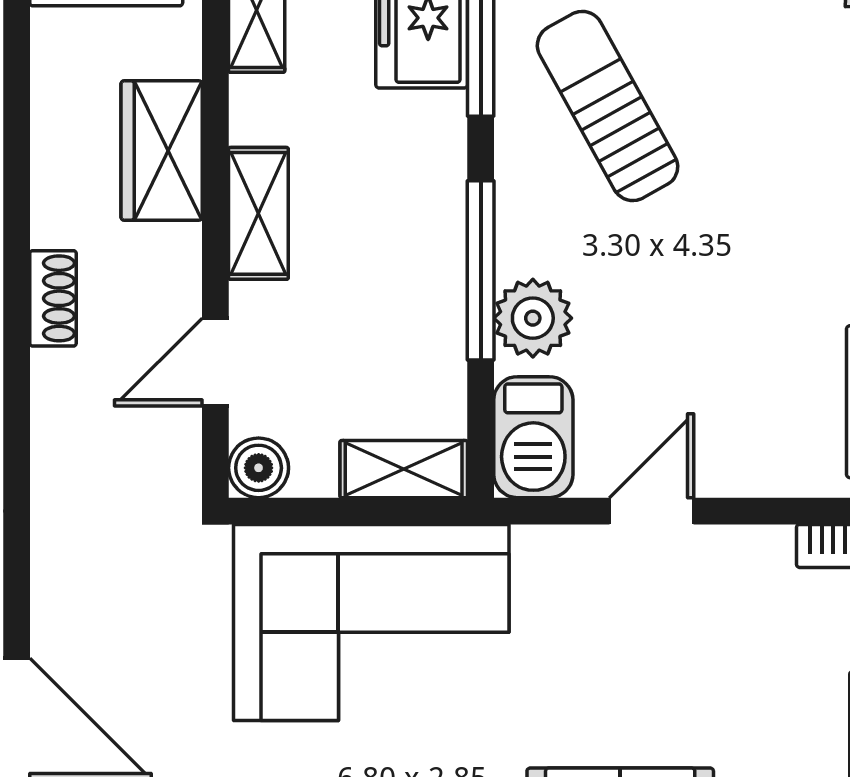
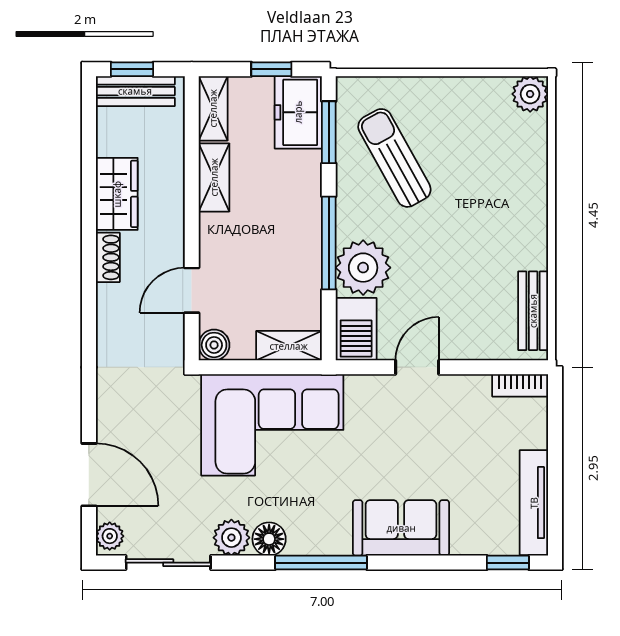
wardrobe: (162, 150) -> (117, 194), moved, turned 180
shelving: (258, 213) -> (214, 177), moved
plant: (533, 318) -> (363, 268), width x1.36, depth x1.36

